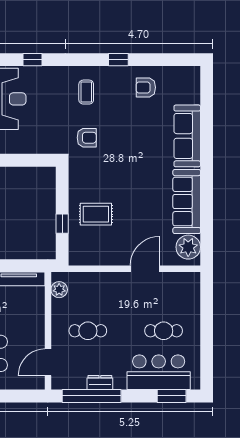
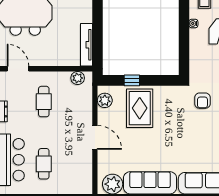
rug: (96, 214) -> (140, 108), width x1.36, depth x1.43
plant: (86, 257) -> (105, 100), added
door: (145, 269) -> (95, 137), moved

